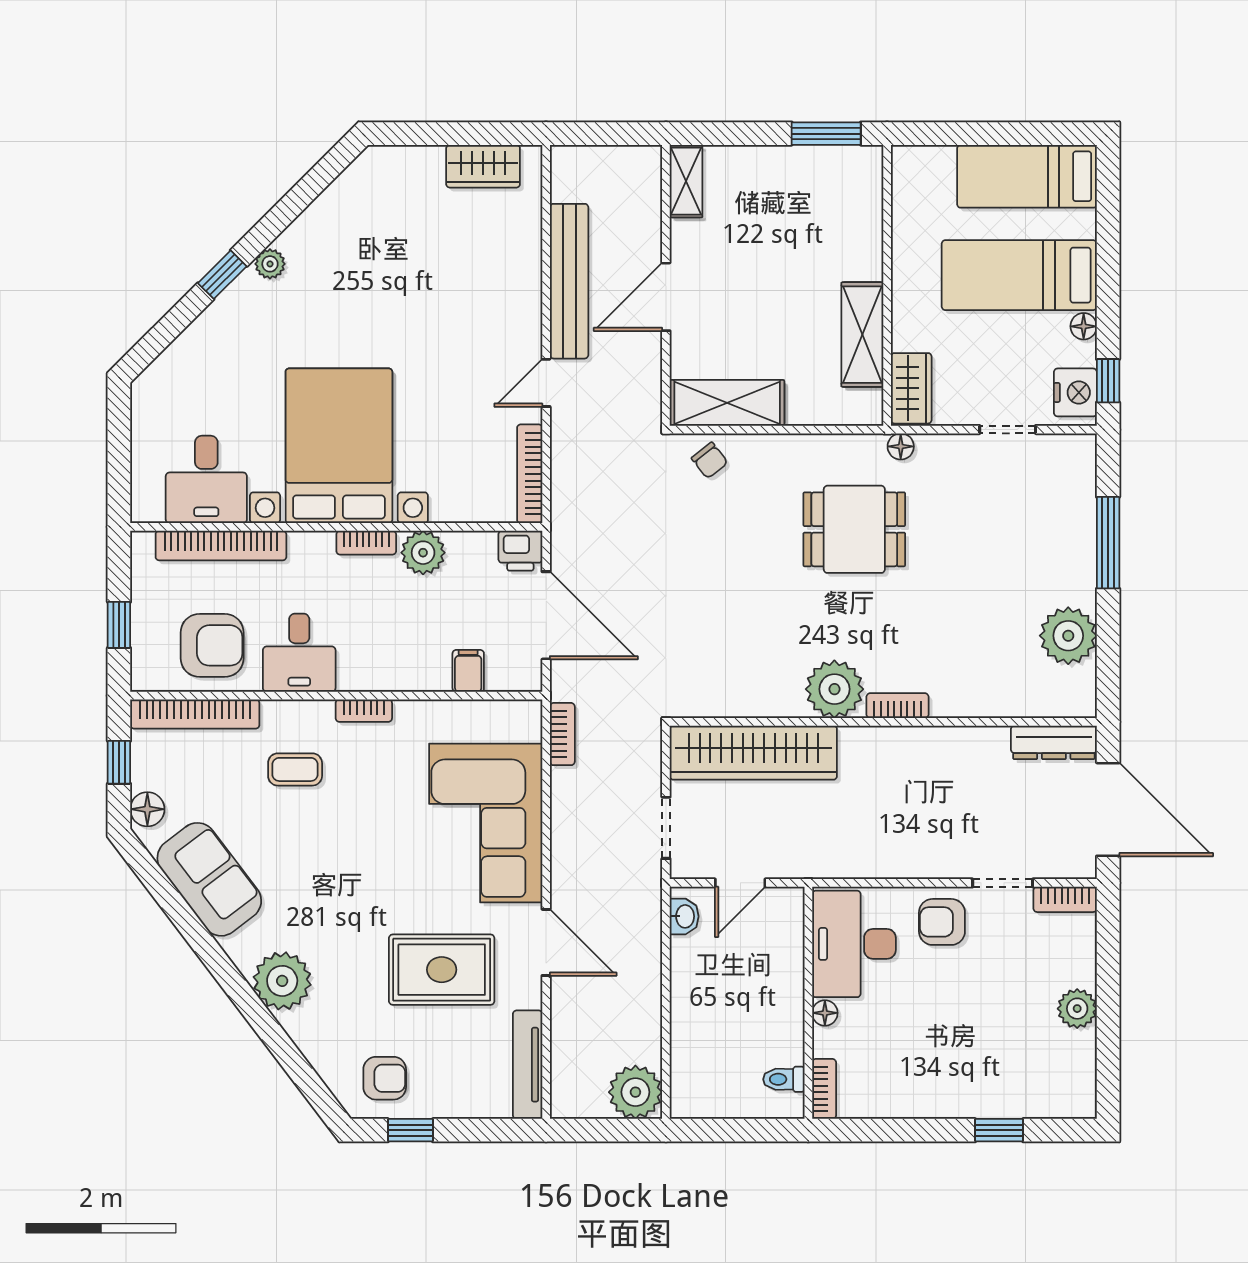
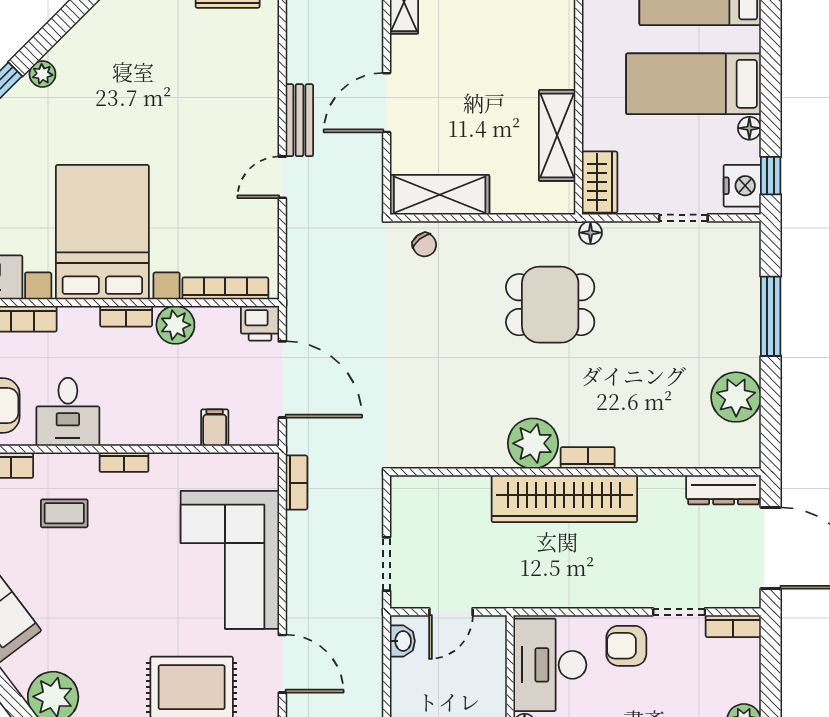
bench: (569, 281) -> (299, 120), width x0.54, depth x0.82
bookcase: (530, 474) -> (225, 288), moved, turned 90
wardrobe: (753, 753) -> (564, 499), moved

